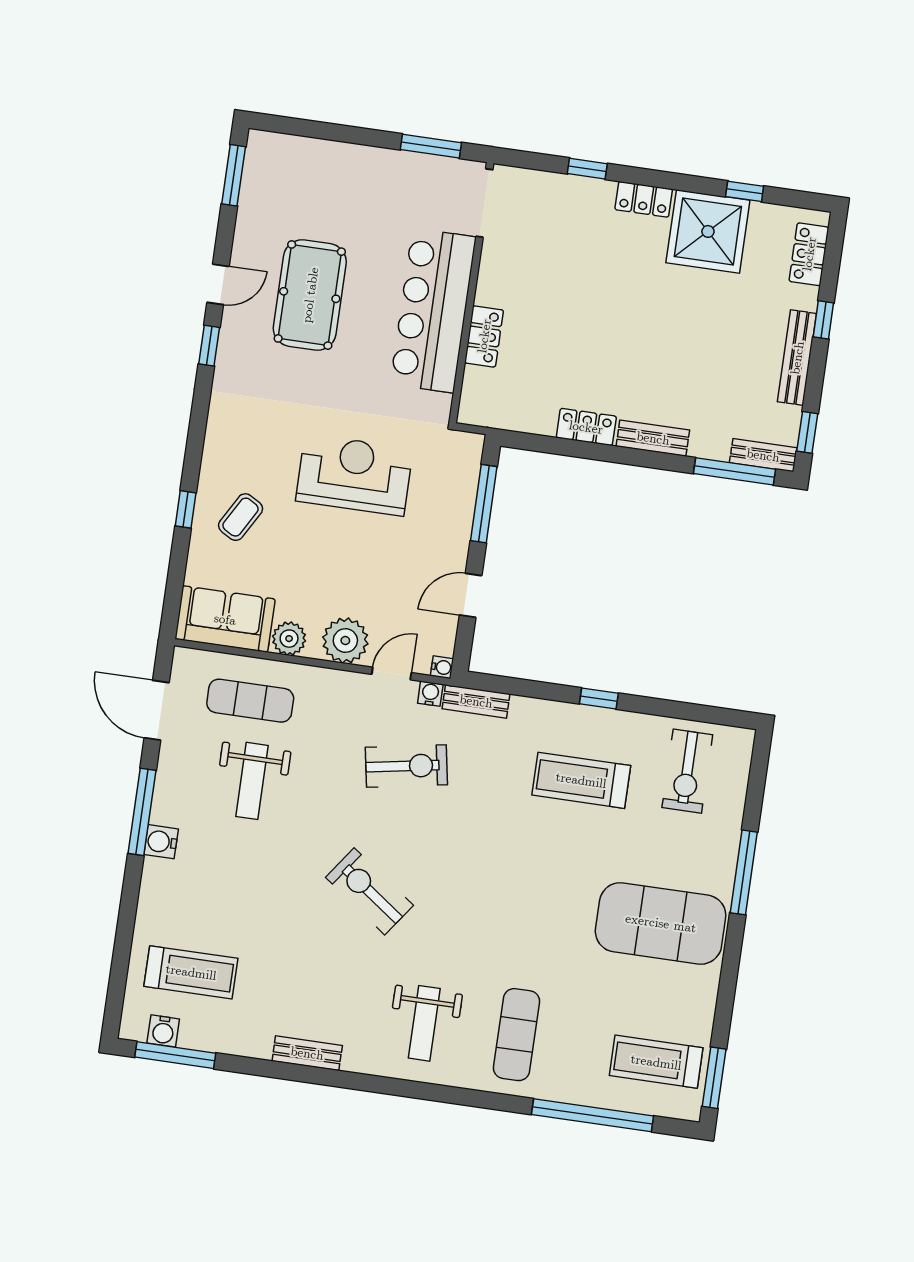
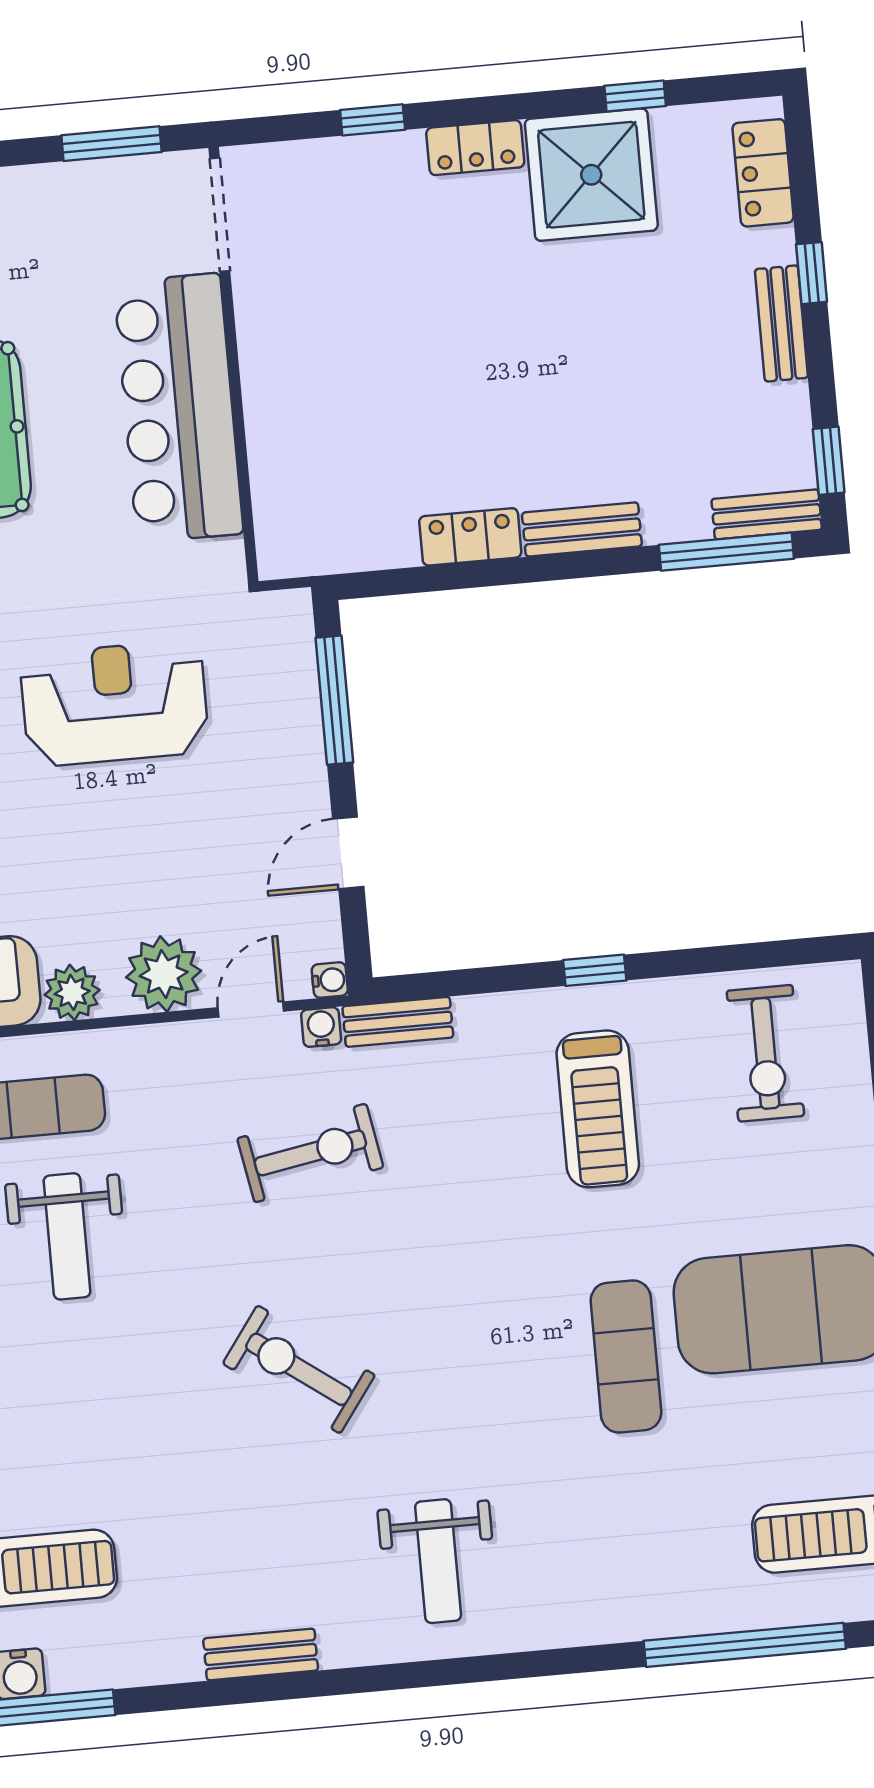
locker: (484, 336) -> (270, 430), removed
bench: (797, 358) -> (781, 323), width x0.73
treadmill: (581, 780) -> (598, 1109), turned -90
exercise mat: (517, 1035) -> (626, 1356), moved

